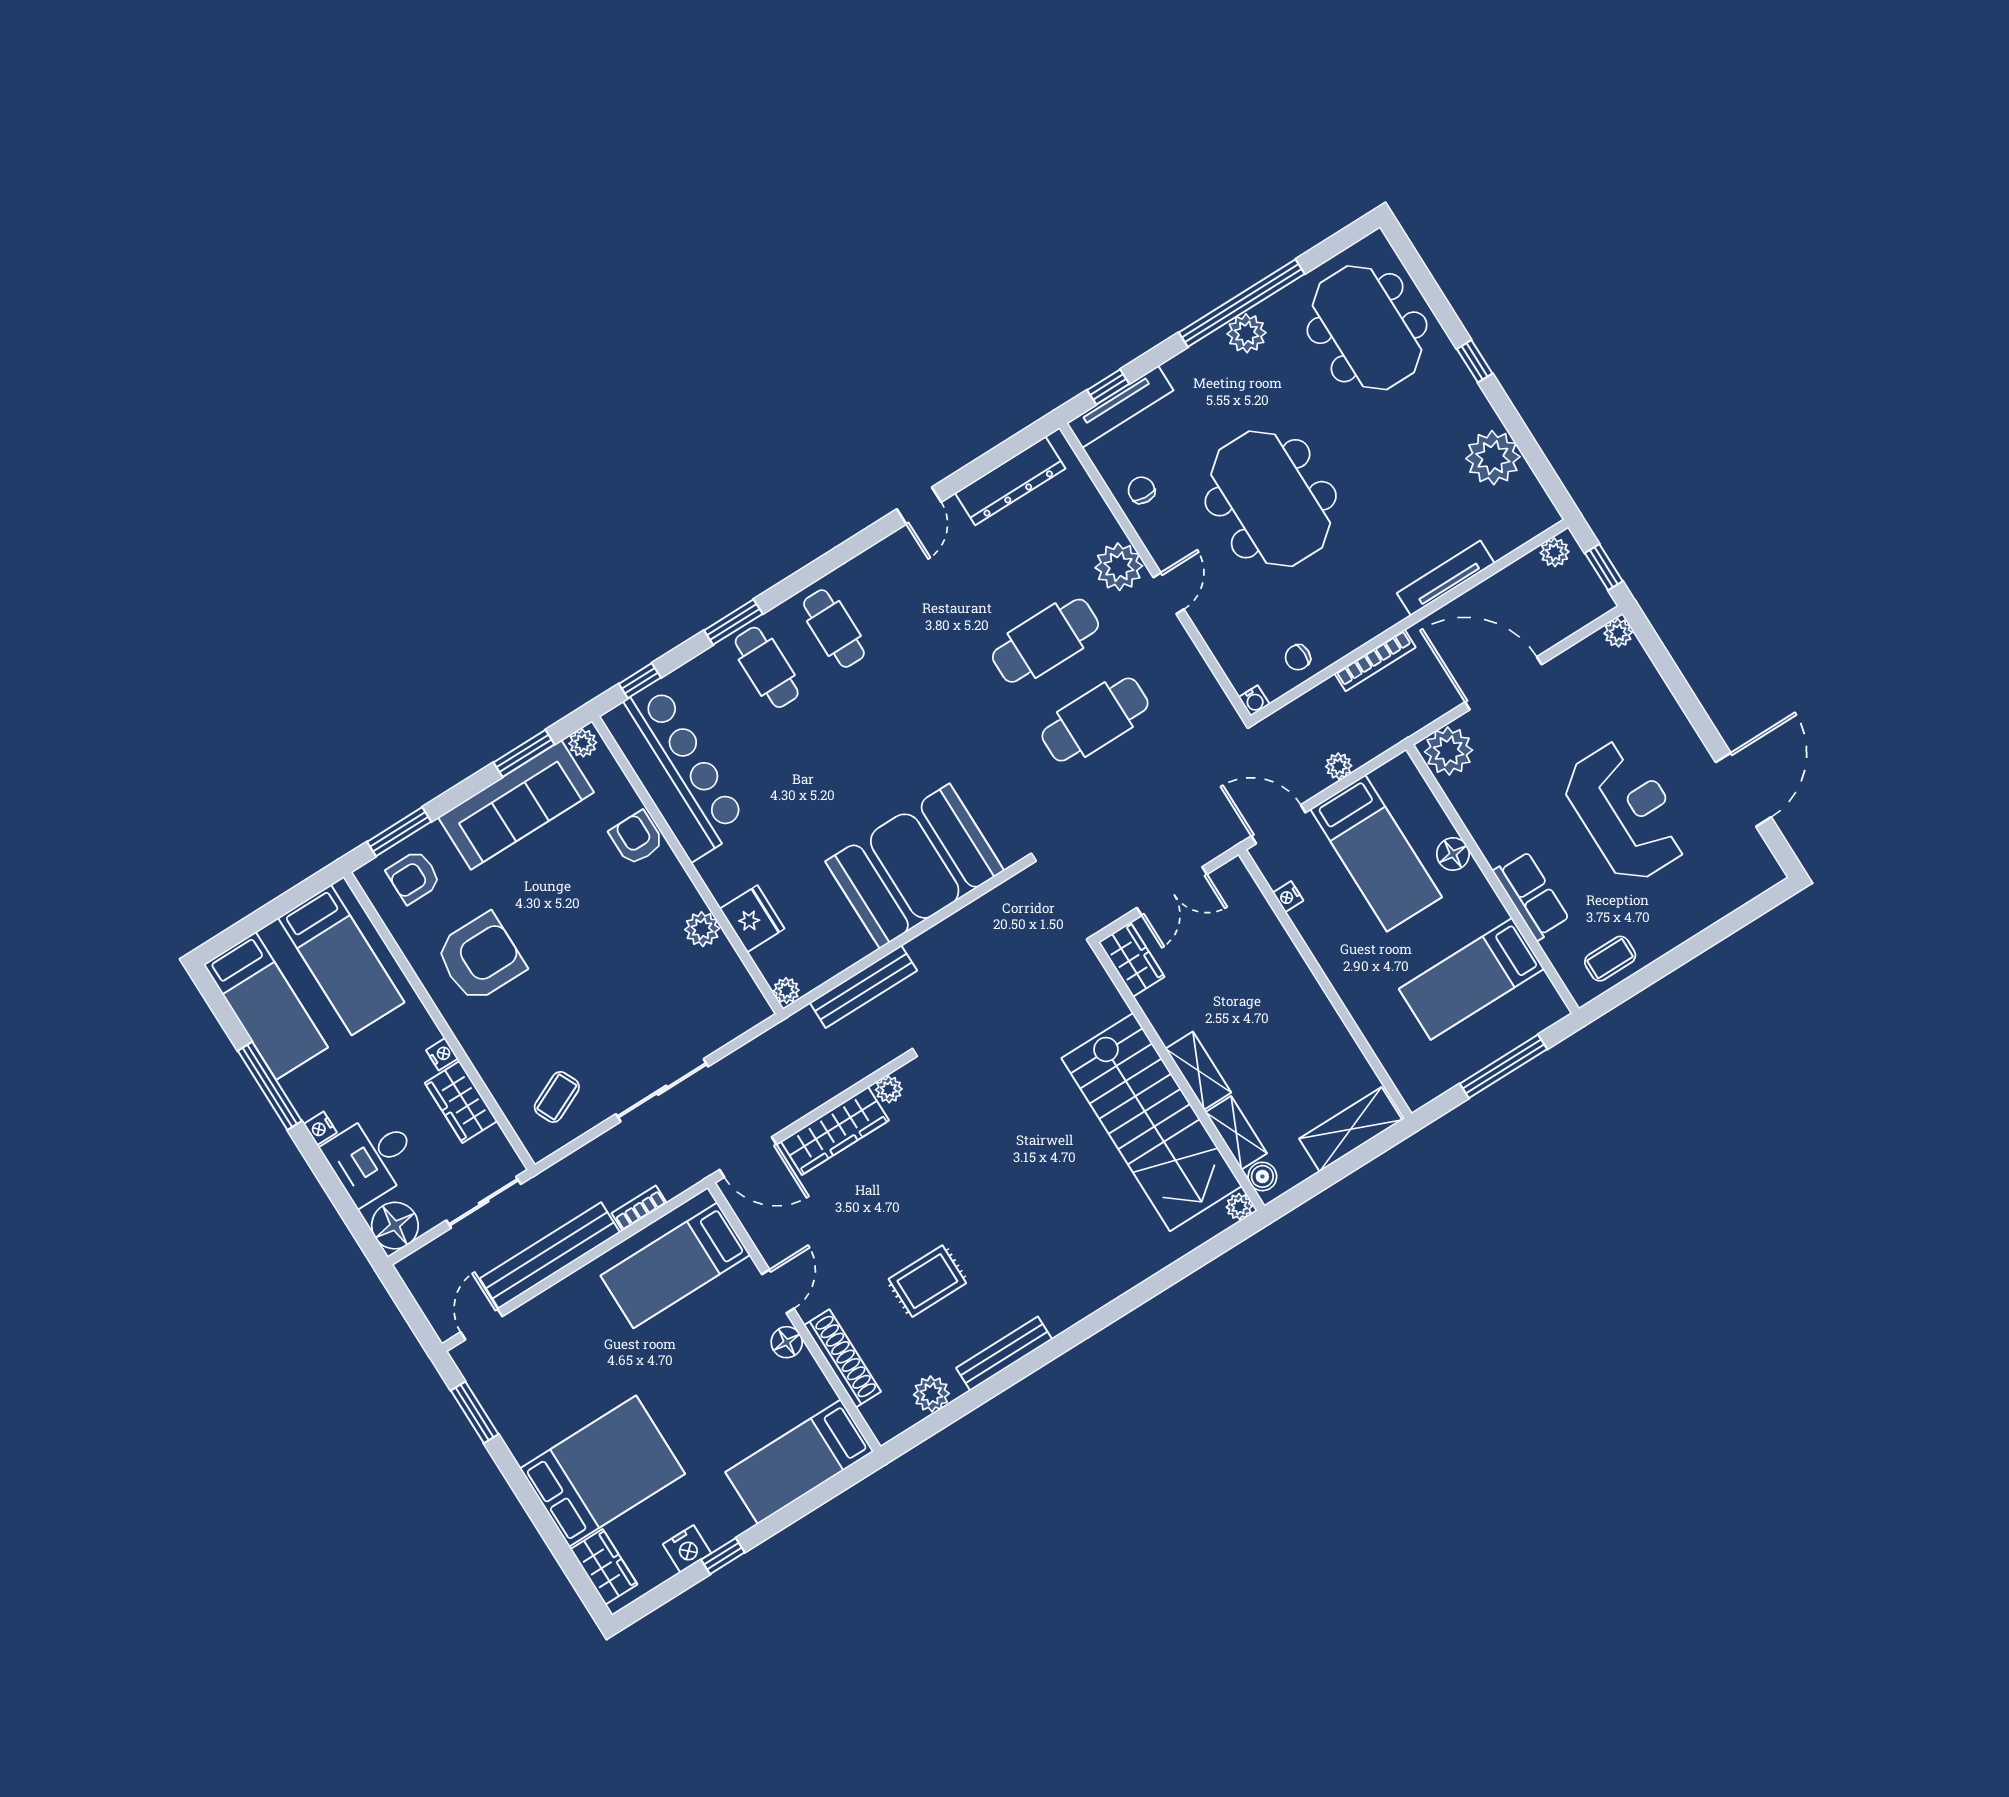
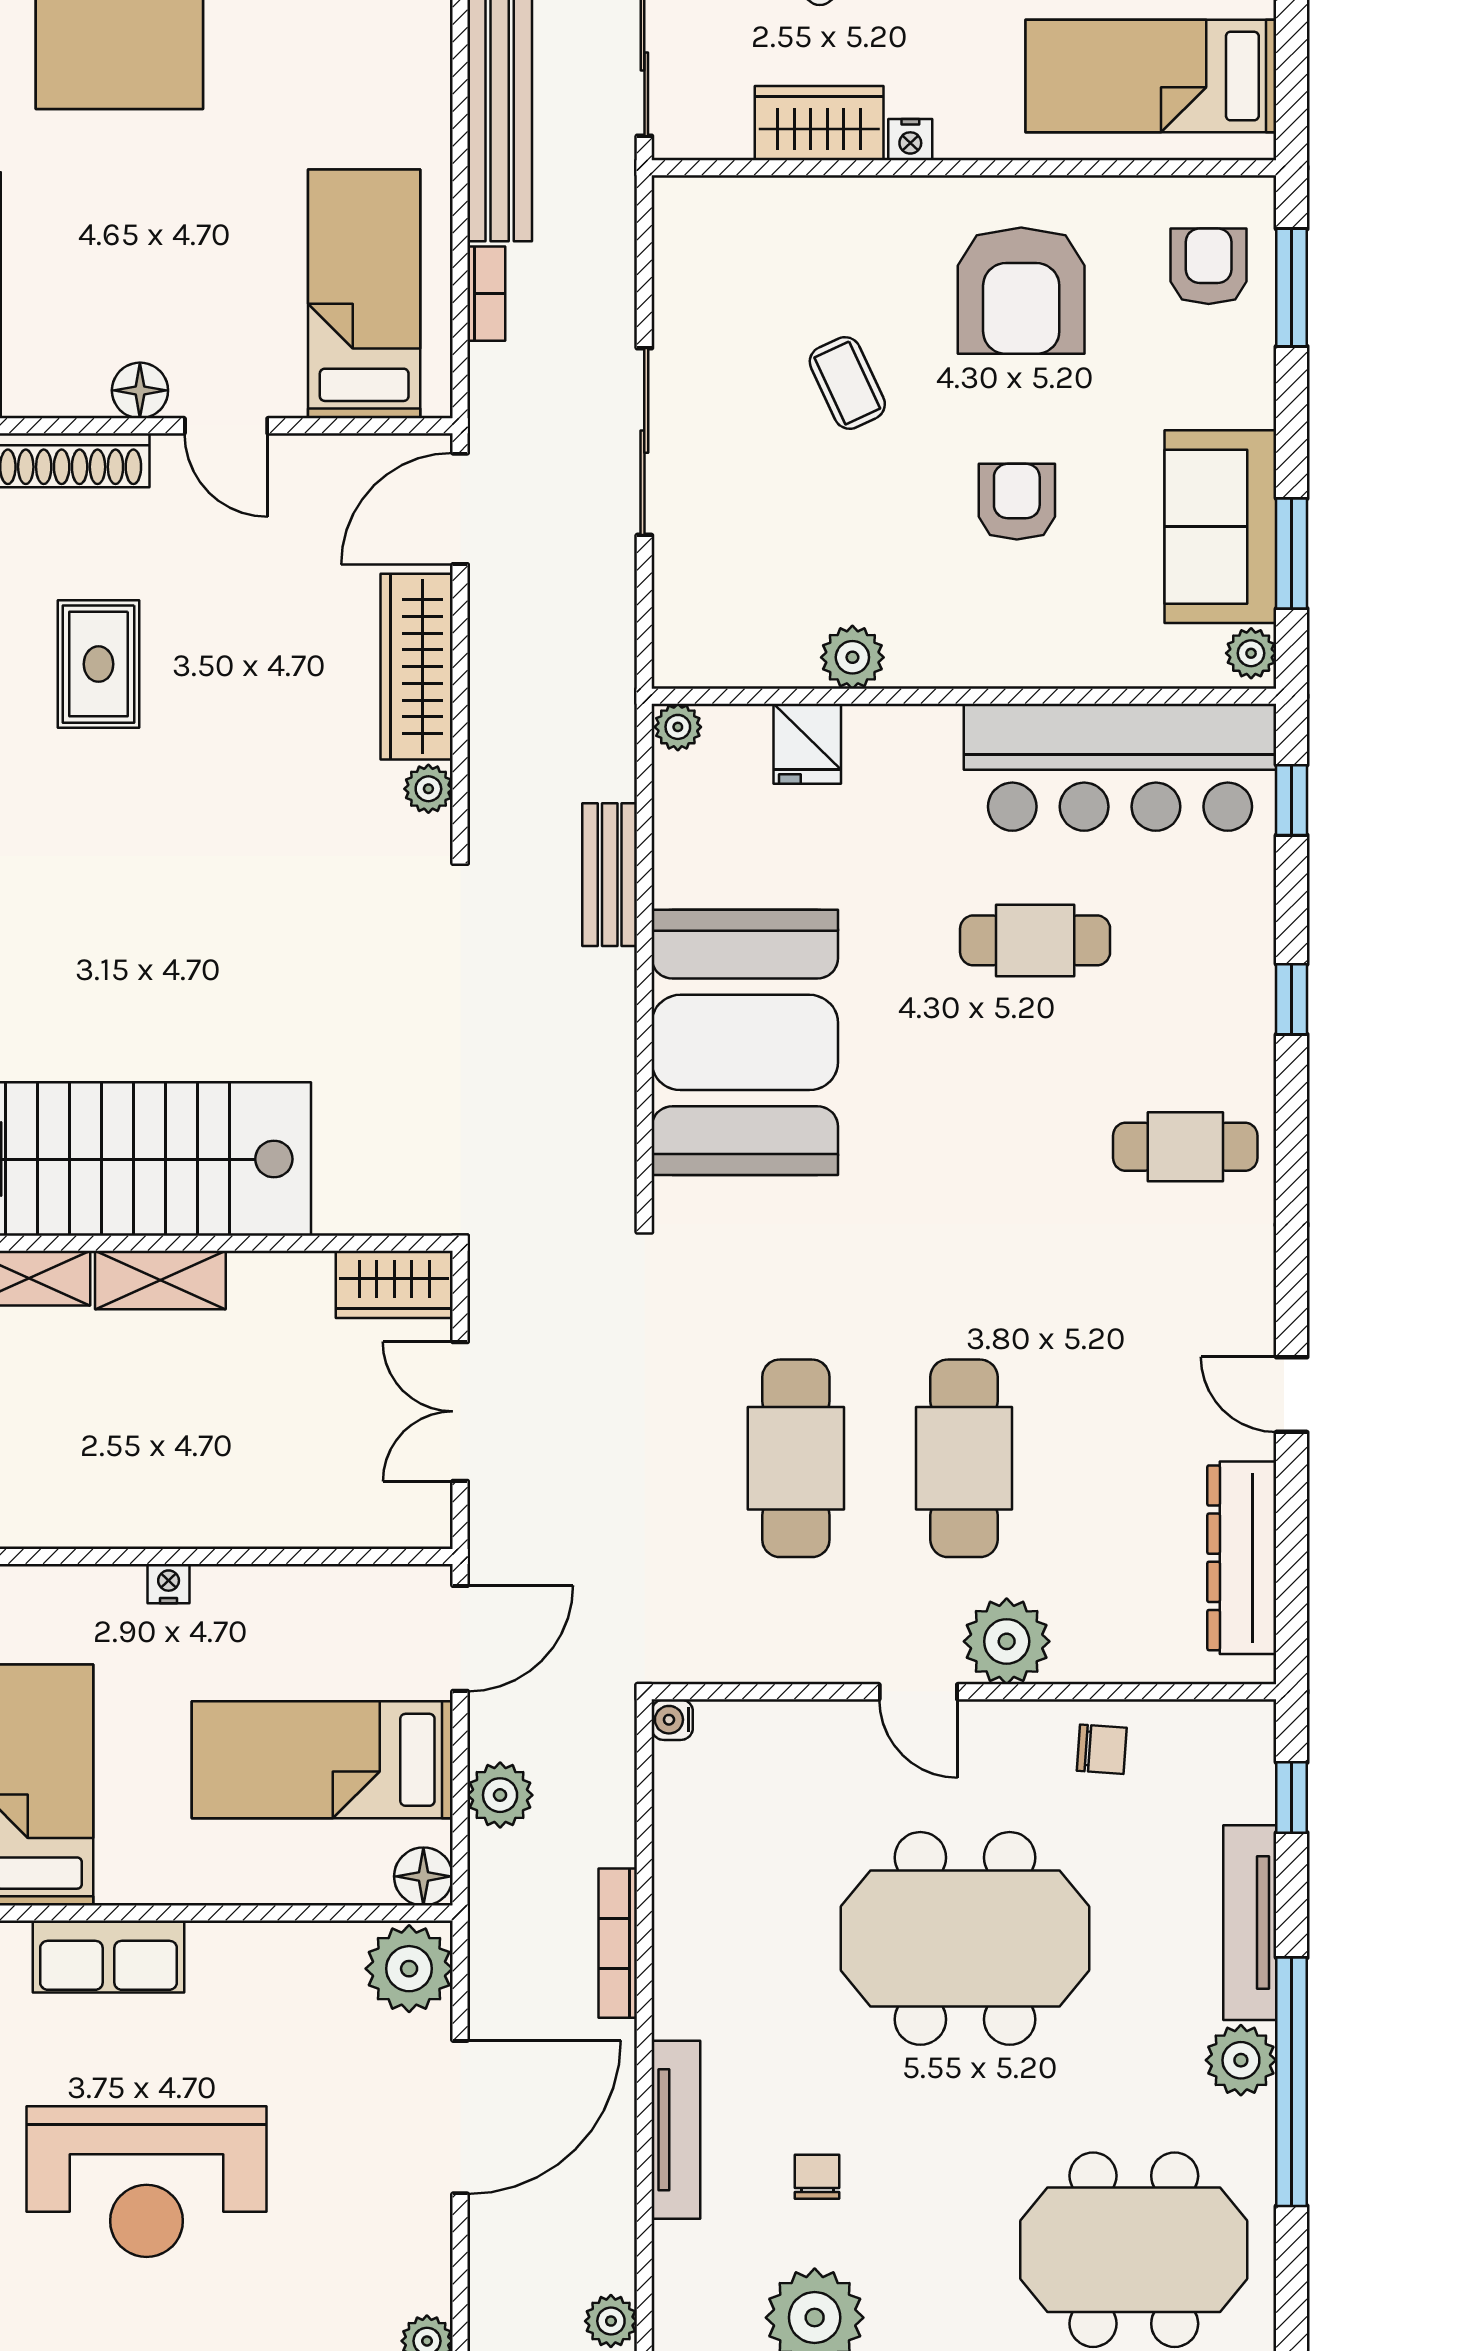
tv unit: (1120, 407) -> (1250, 1923), moved
window: (733, 622) -> (1292, 999), width x0.67
chair: (1298, 657) -> (817, 2177), moved
cafe table: (767, 667) -> (1035, 940), moved
plant: (1339, 766) -> (500, 1795), width x1.38, depth x1.38
sofa: (516, 805) -> (1220, 527), width x0.73
armchair: (637, 838) -> (1017, 502), moved, turned -90
floor lamp: (1453, 854) -> (423, 1876), moved
nightstand: (1288, 897) -> (169, 1584), moved
fridge: (752, 919) -> (807, 744), width x0.72
bench: (863, 987) -> (610, 875), width x0.73
coffee table: (557, 1097) -> (847, 383), moved

